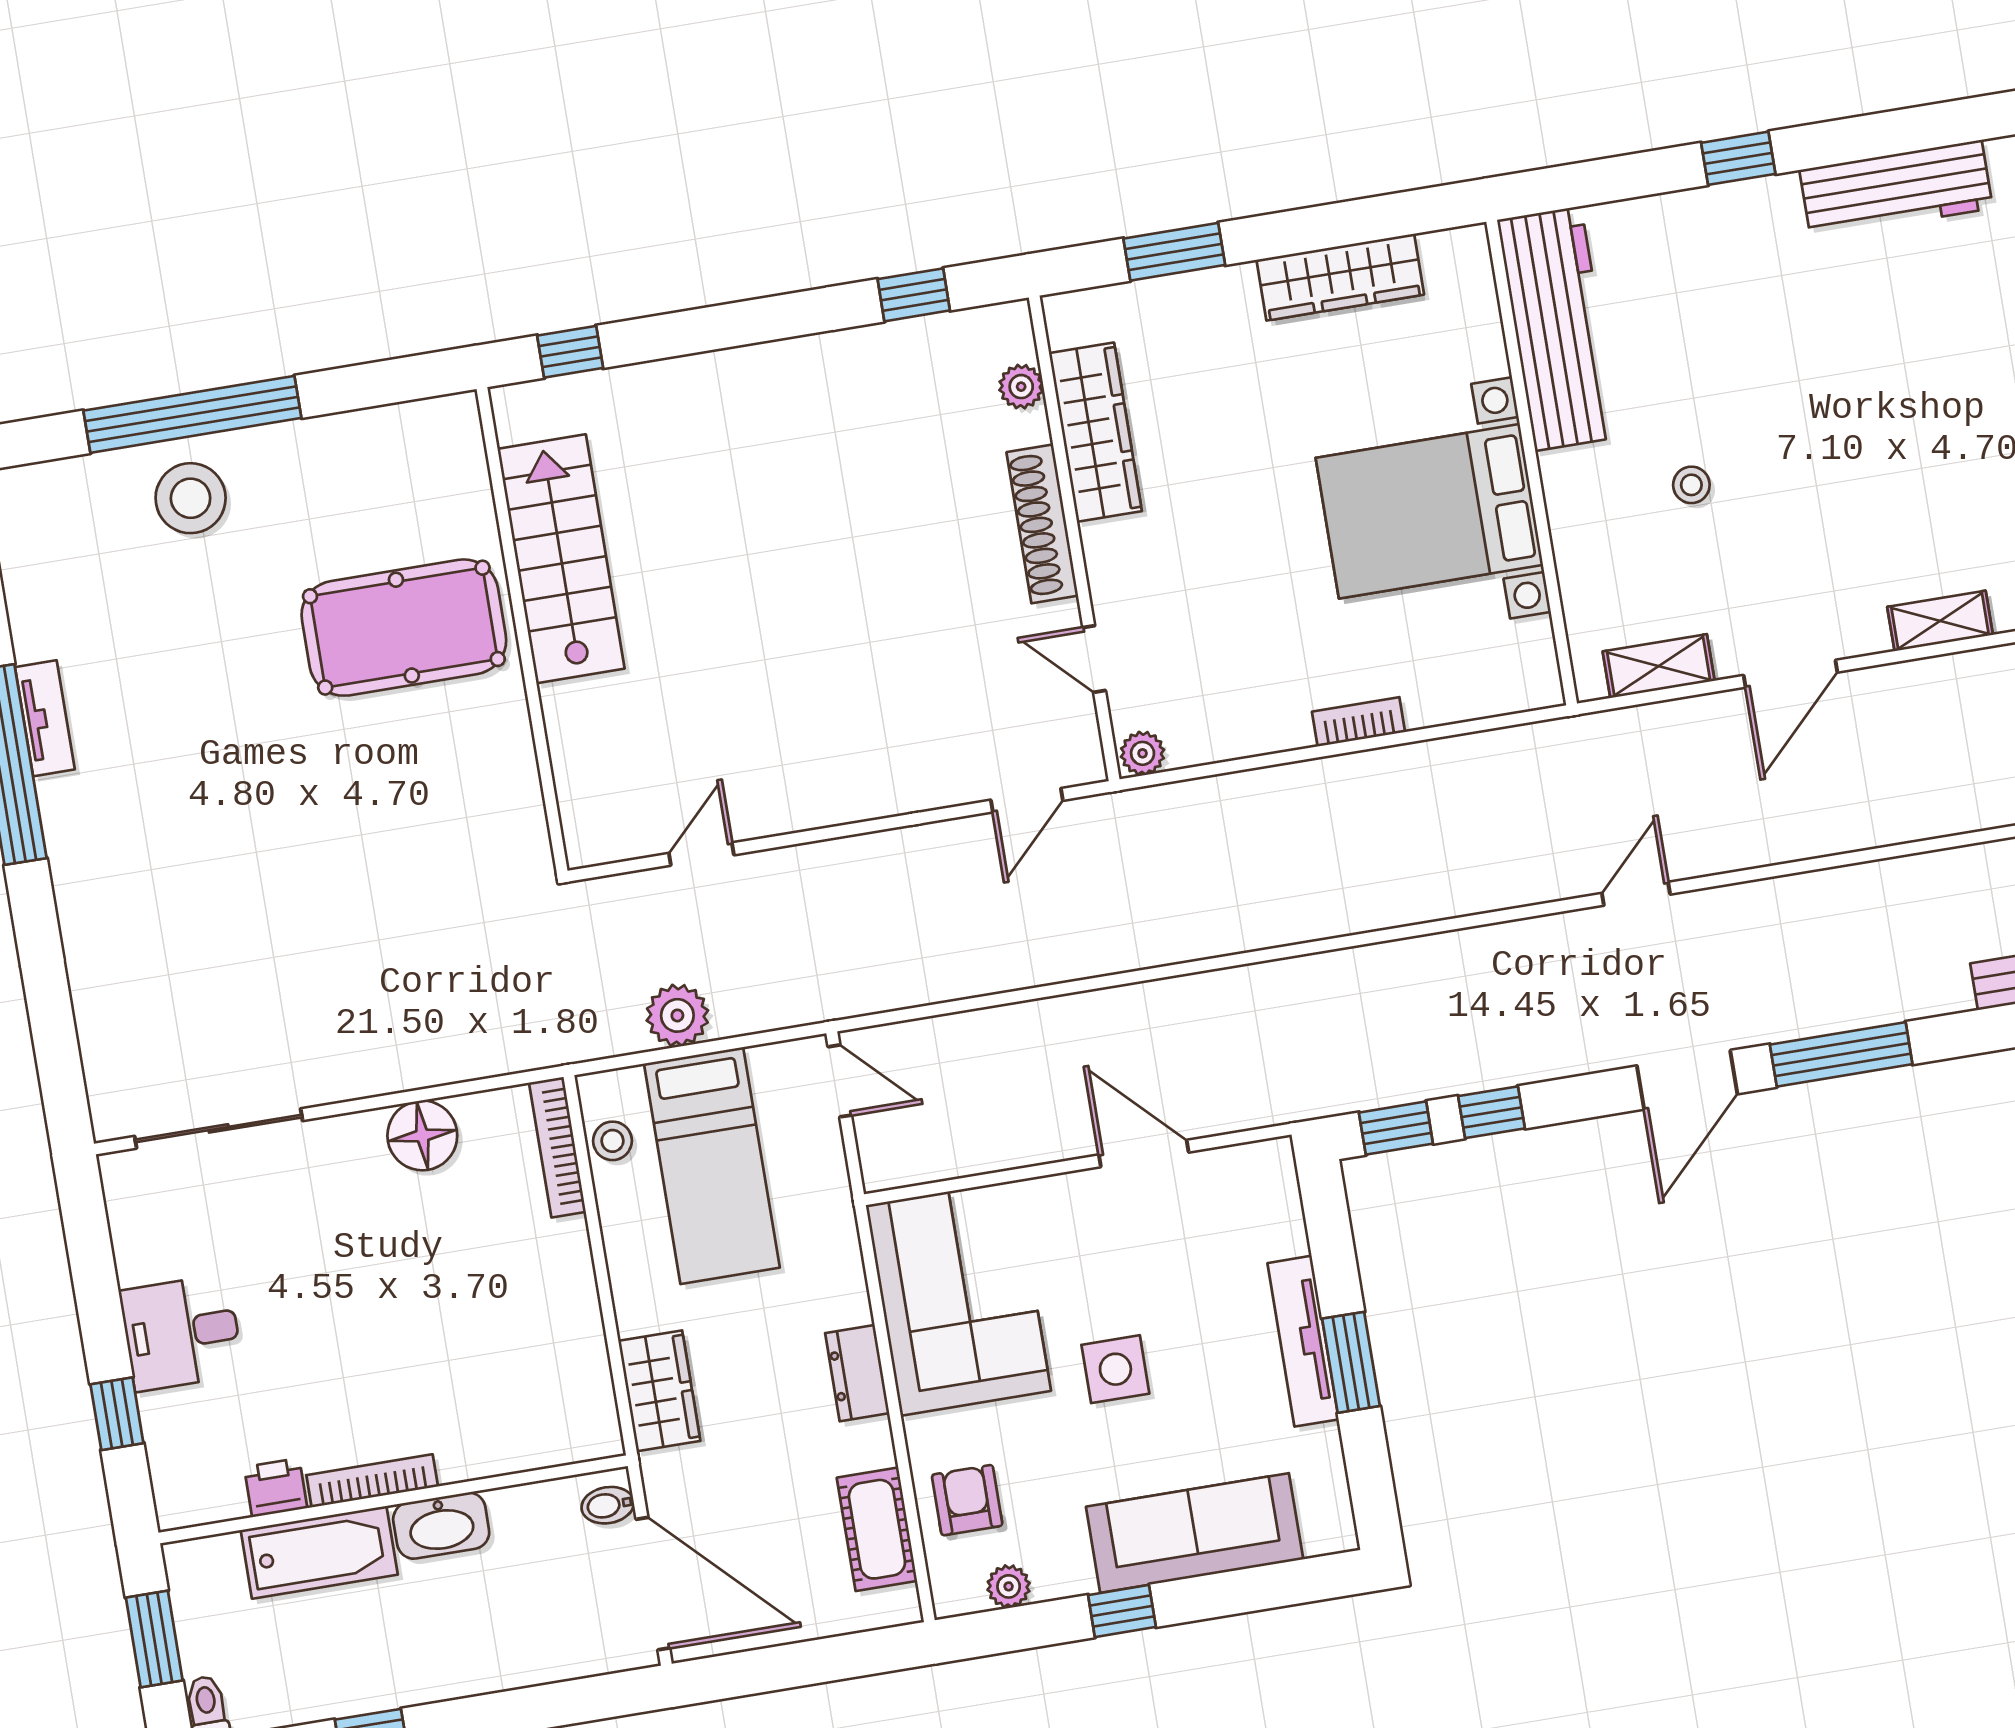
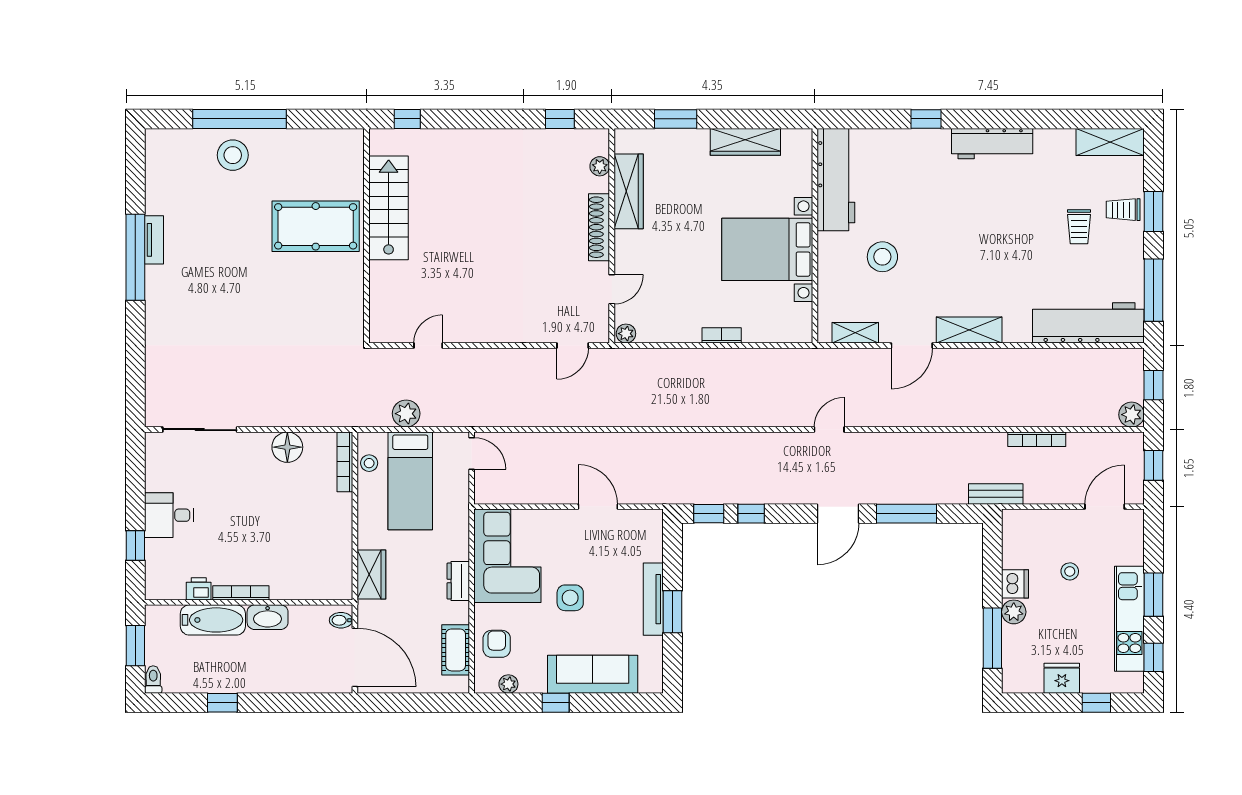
stool: (1691, 485) -> (882, 257), width x1.89, depth x1.89
shelving: (1940, 621) -> (969, 330), width x1.50, depth x1.33
door: (1094, 659) -> (612, 289), swing flipped

